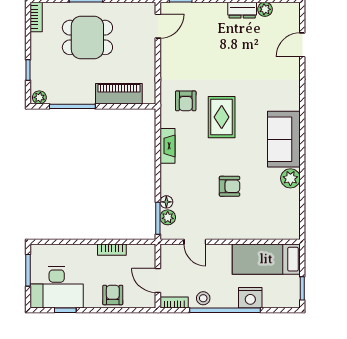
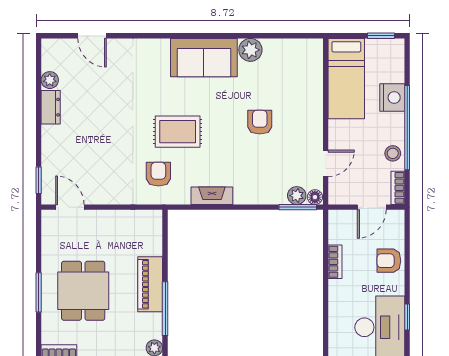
piano: (119, 94) -> (150, 284), moved
armchair: (186, 101) -> (158, 174), turned -90
floor lamp: (166, 202) -> (315, 197), moved

